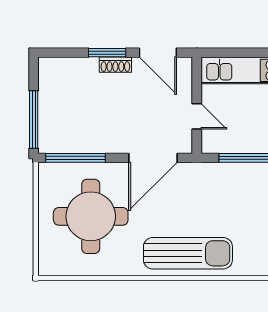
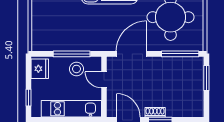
window: (34, 120) -> (206, 78), width x0.69
stool: (241, 134) -> (76, 69), added

